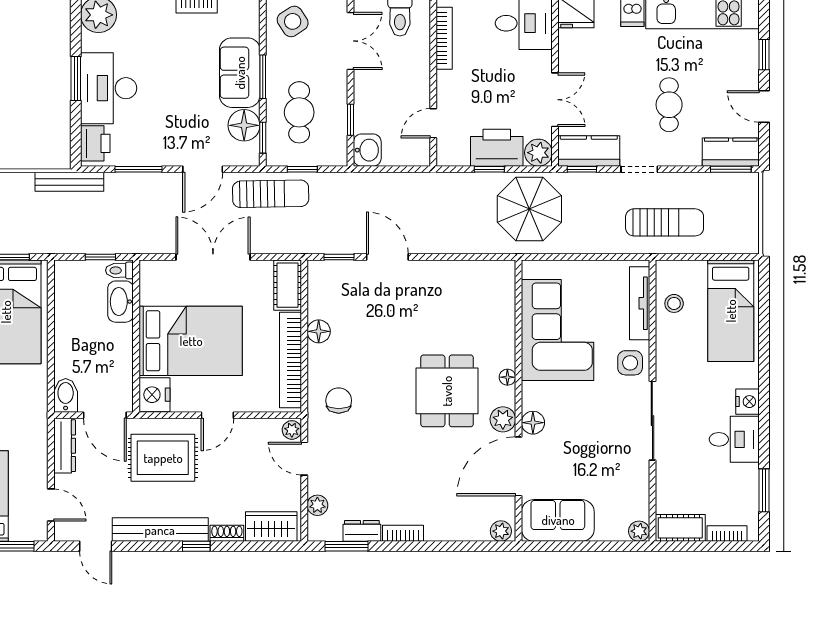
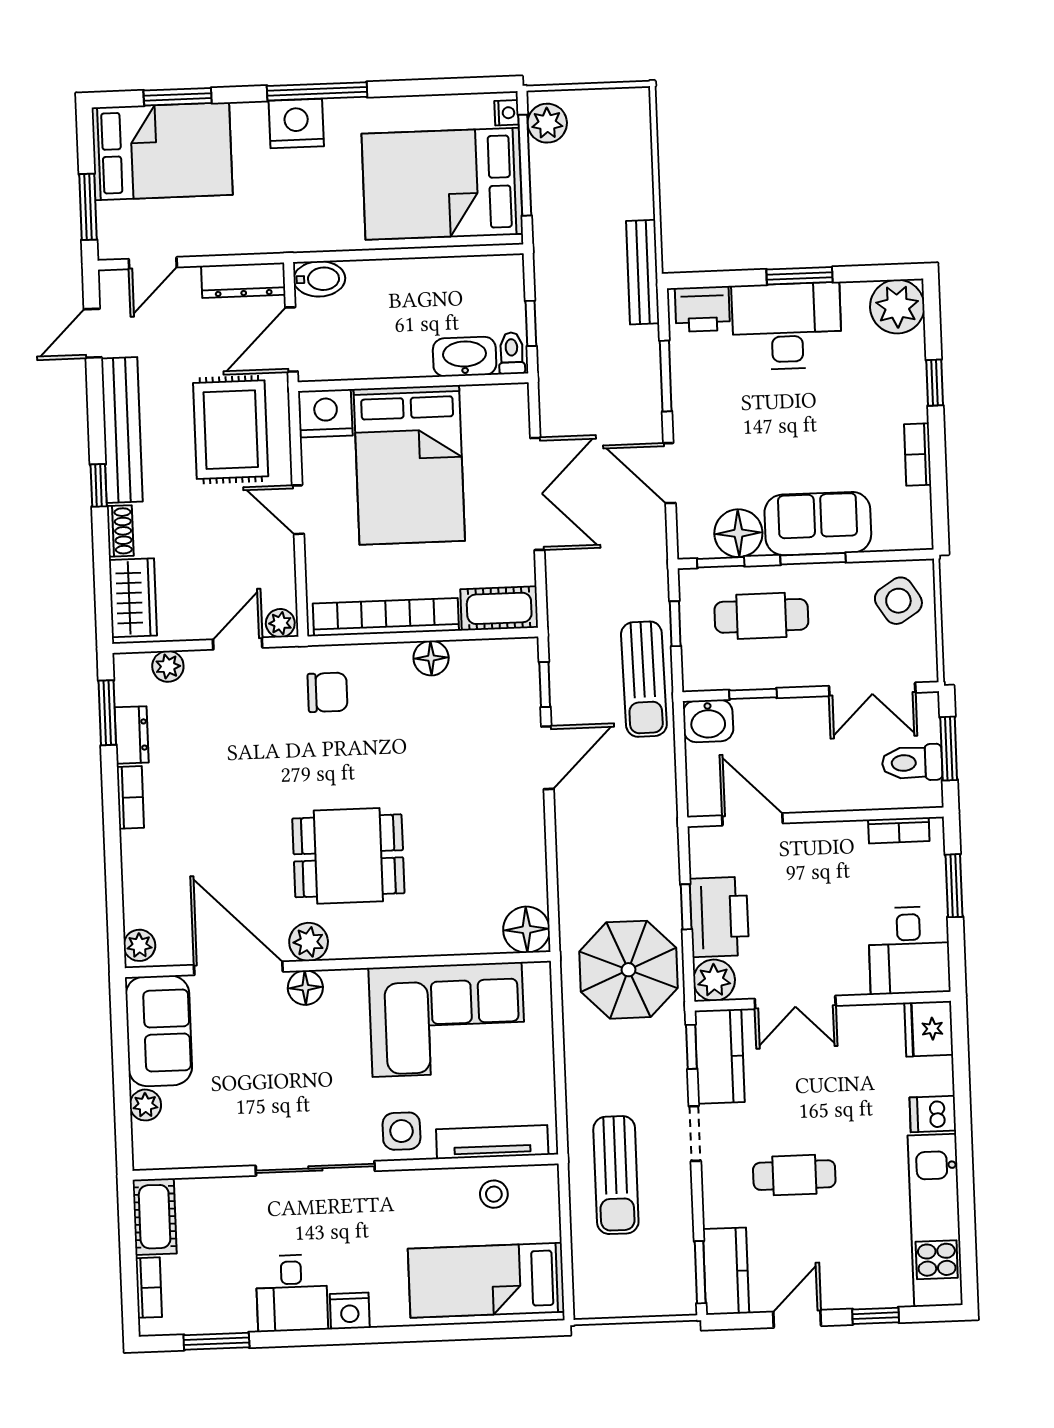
bookcase: (444, 38) -> (899, 830), width x0.64
door: (433, 123) -> (752, 819), width x1.38
sun lounger: (271, 194) -> (644, 679), moved
floor lamp: (507, 377) -> (526, 930), moved, width x1.89, depth x1.89
plant: (639, 531) -> (145, 1105), moved

